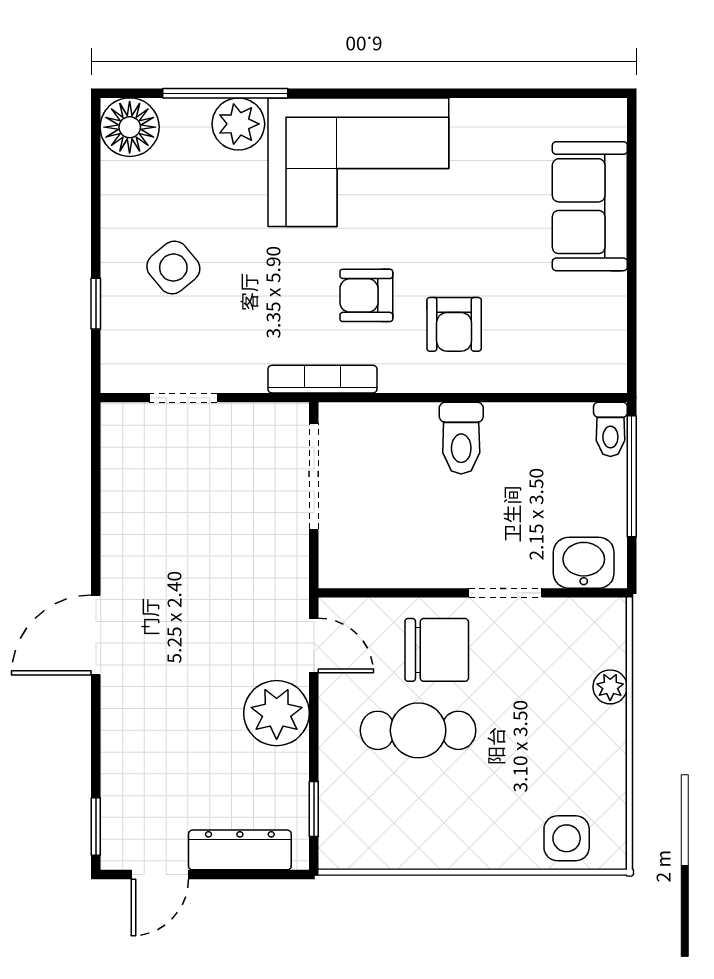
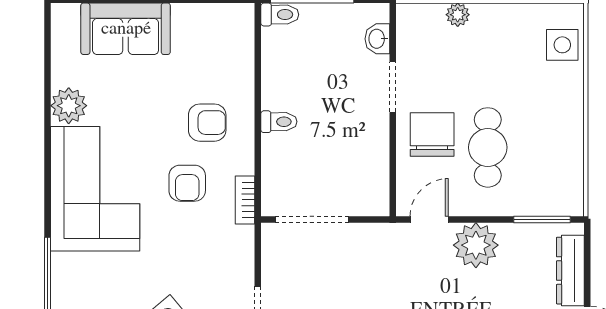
plant: (238, 124) -> (69, 106), moved
bookcase: (322, 379) -> (245, 200), width x0.64
toilet: (461, 438) -> (279, 122), width x0.73, depth x0.72
washbasin: (584, 563) -> (377, 39), width x0.72, depth x0.69
window: (314, 809) -> (542, 220), width x1.50

